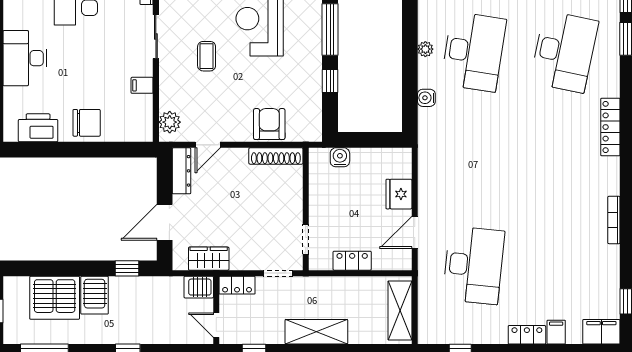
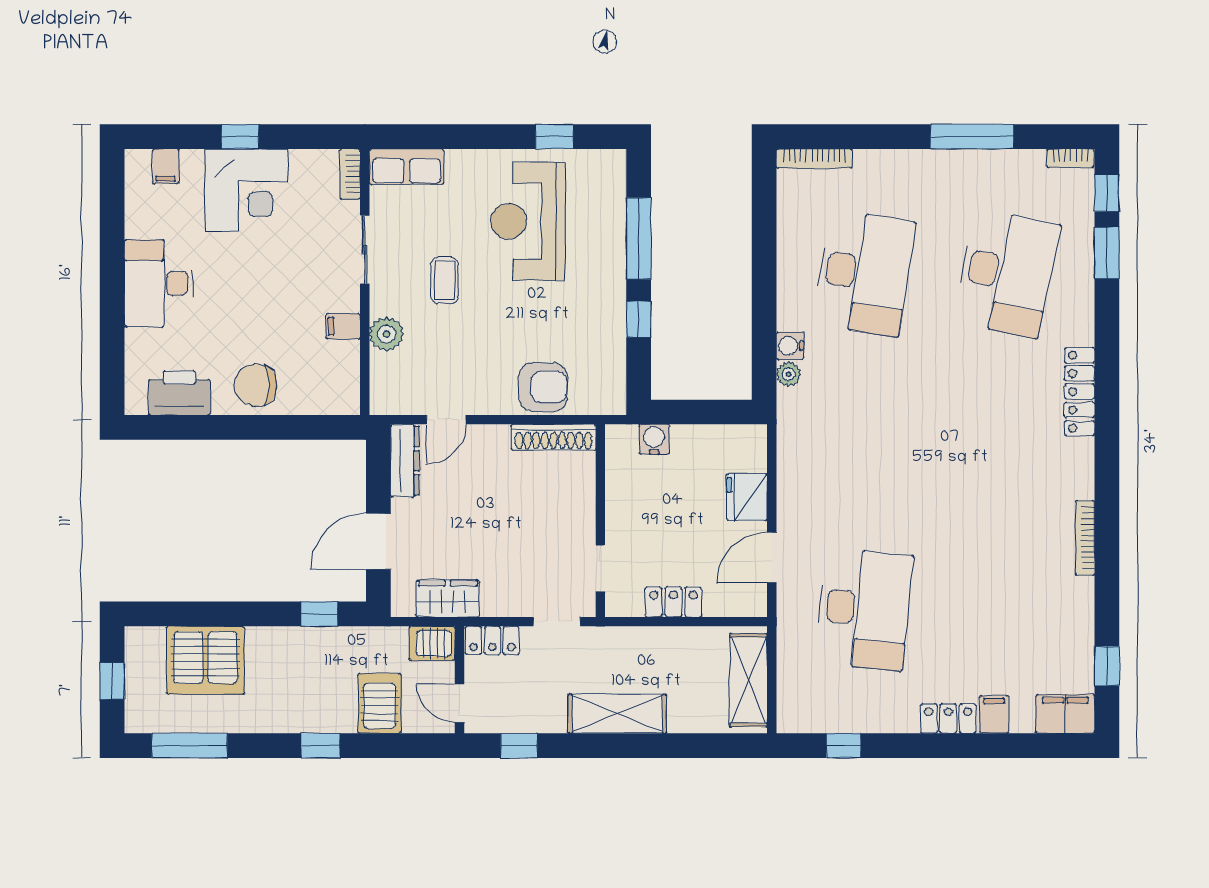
plant: (425, 49) -> (789, 374), moved
plant: (170, 122) -> (386, 334), moved
chair: (87, 123) -> (256, 385), turned 180
armchair: (269, 124) -> (543, 387), turned 90
server rack: (95, 295) -> (380, 703), moved, turned 180

